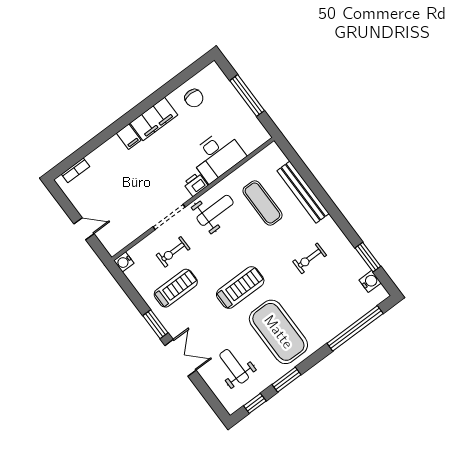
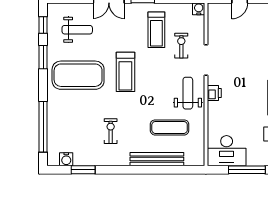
desk: (217, 156) -> (227, 151), moved, turned -90
weight bench: (215, 210) -> (188, 93), turned 180

